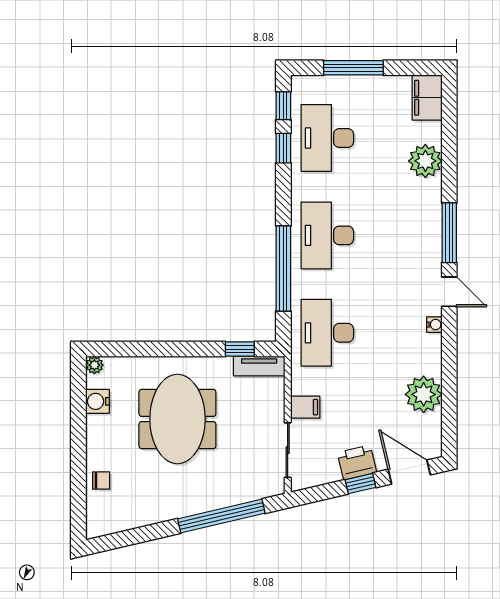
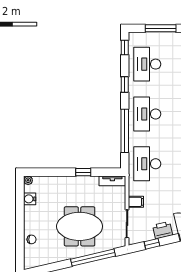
window: (283, 148) -> (125, 85), moved
window: (240, 349) -> (83, 172), moved
meeting table: (177, 419) -> (80, 226), moved, turned 90
window: (360, 484) -> (152, 244), moved

